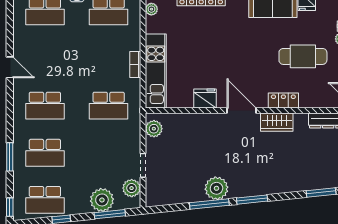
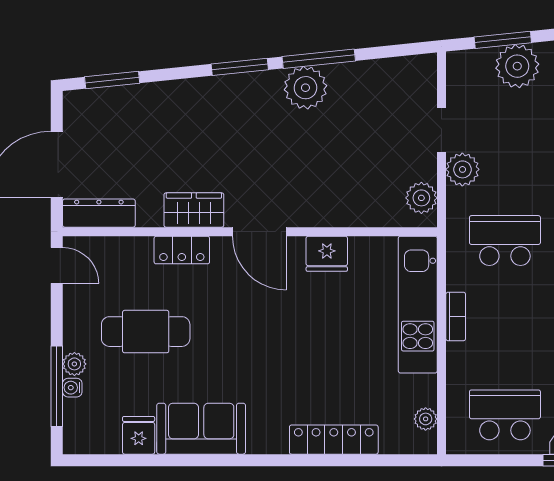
plant: (132, 188) -> (462, 169), moved

